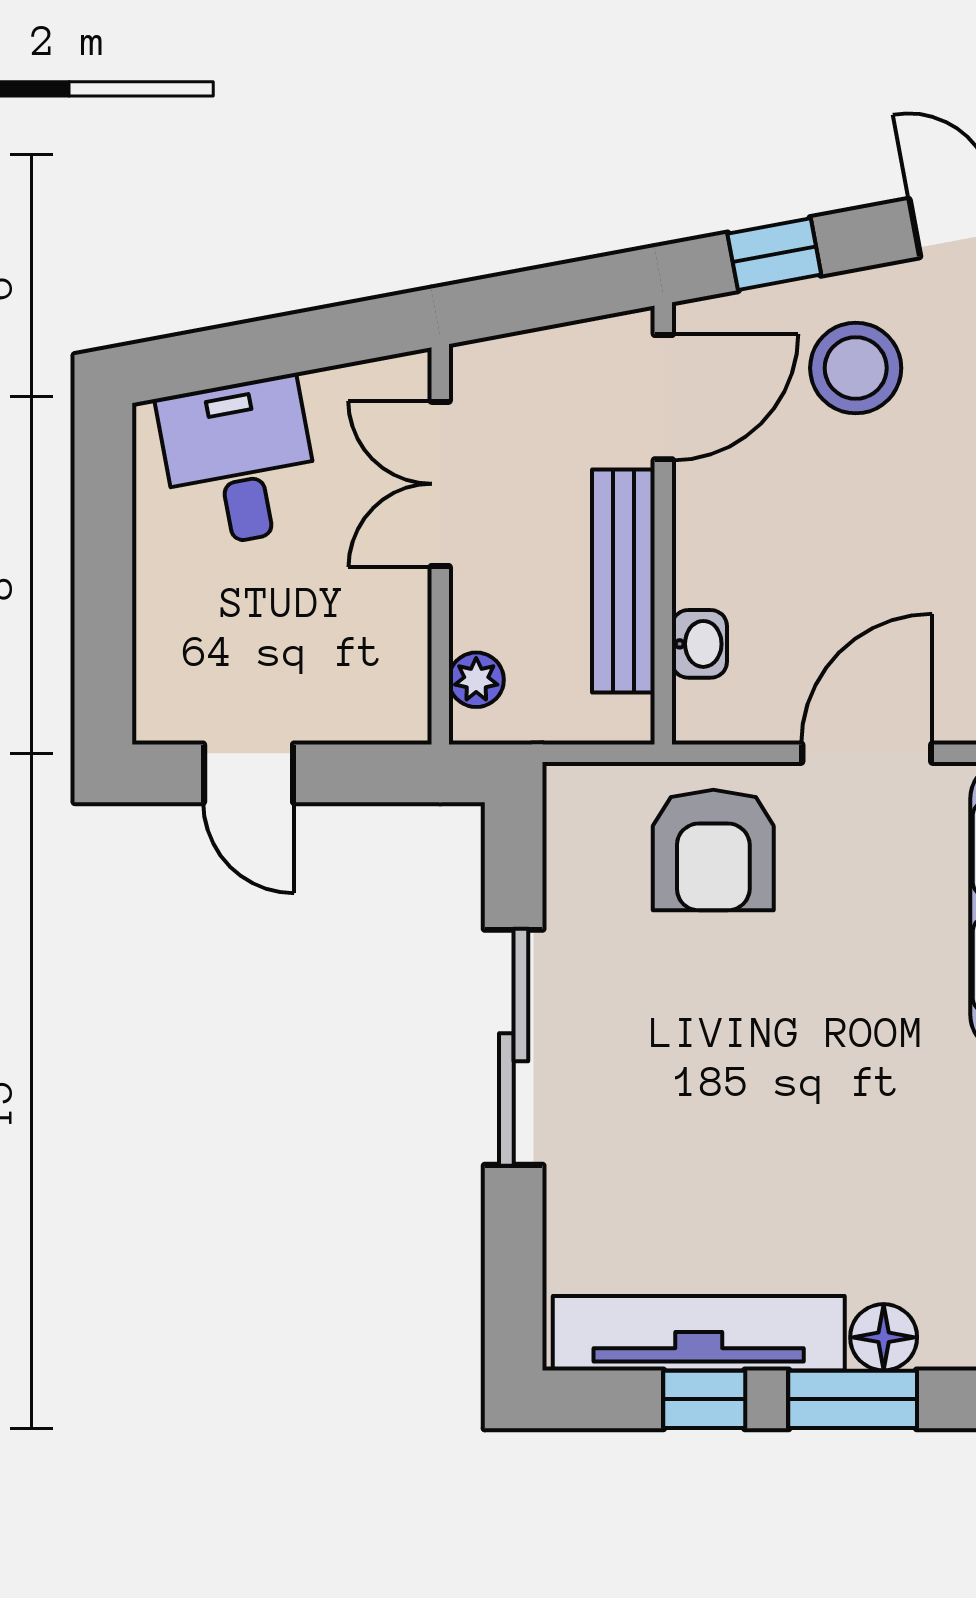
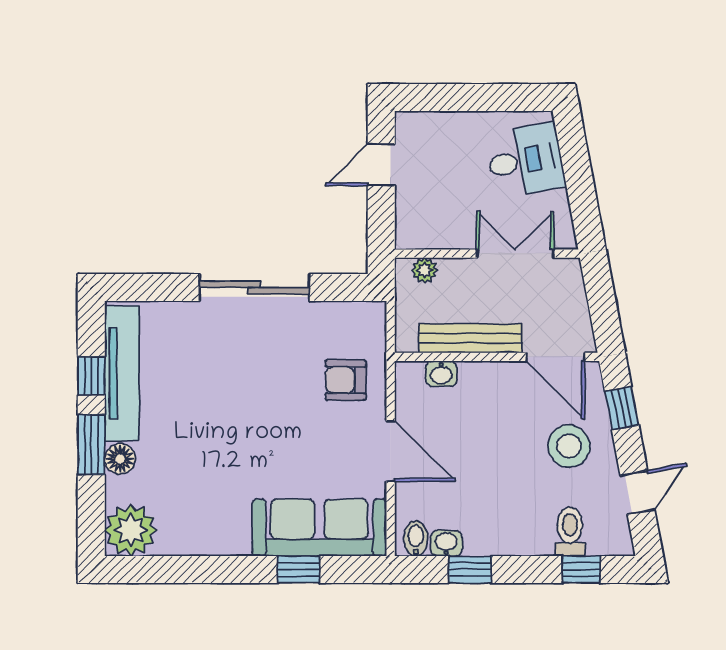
armchair: (713, 850) -> (346, 380), width x0.72, depth x0.72

